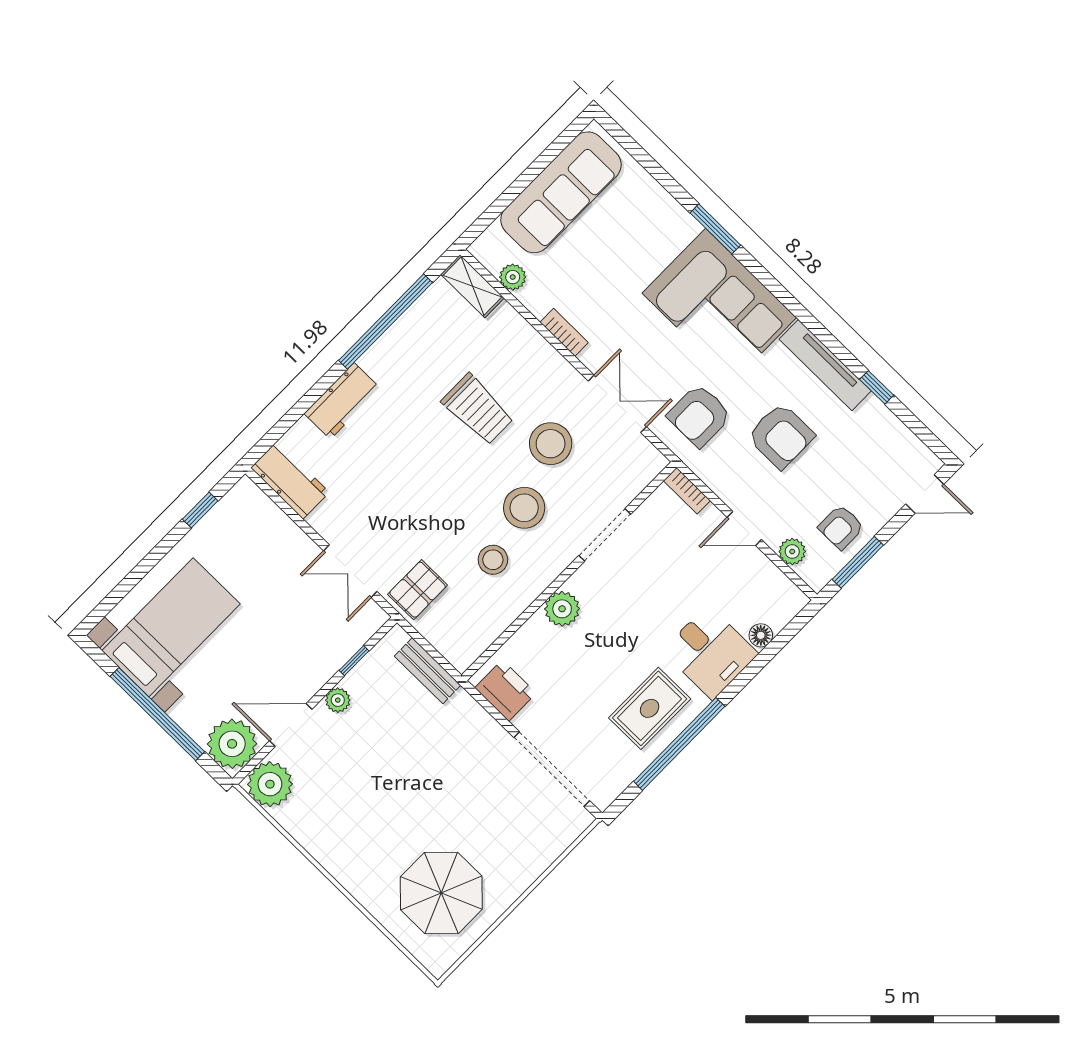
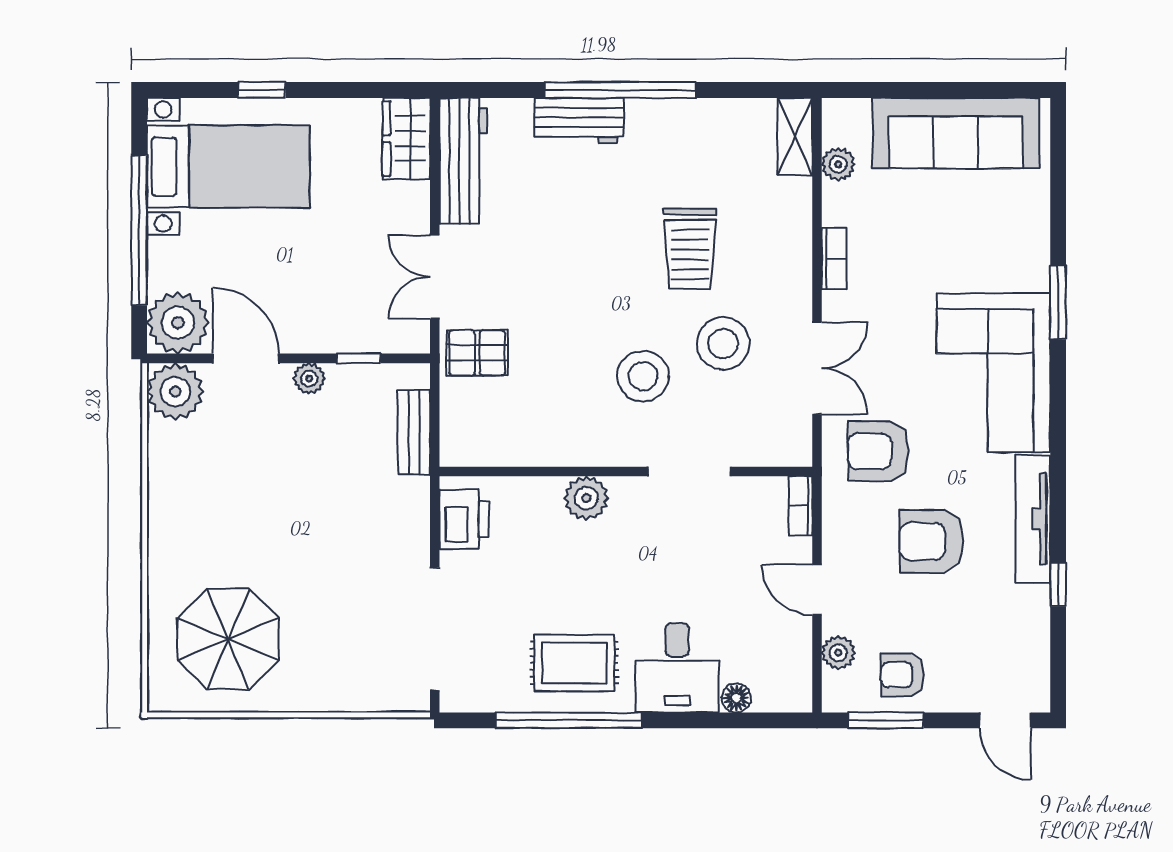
window: (386, 321) -> (620, 90), moved
armchair: (781, 436) -> (931, 541), turned 90
workbench: (290, 480) -> (463, 161), width x1.38
window: (200, 510) -> (262, 90), moved
wardrobe: (255, 510) -> (406, 139), added
stool: (493, 560) -> (569, 394), removed

